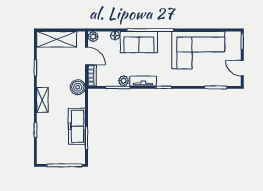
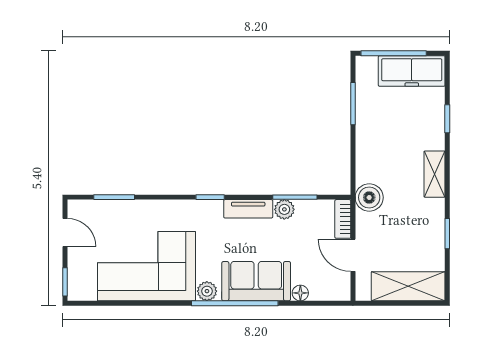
plant: (93, 37) -> (207, 291), moved
freezer: (77, 126) -> (412, 71), moved, turned 90

